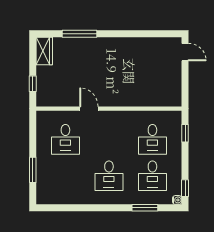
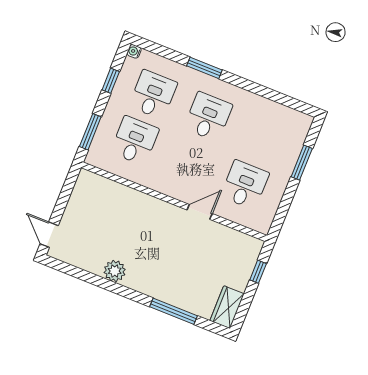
plant: (131, 45) -> (115, 271), added
door: (89, 109) -> (200, 212), swing flipped
window: (185, 133) -> (90, 132), width x1.50
window: (185, 188) -> (111, 81), moved
window: (145, 208) -> (204, 68), moved

